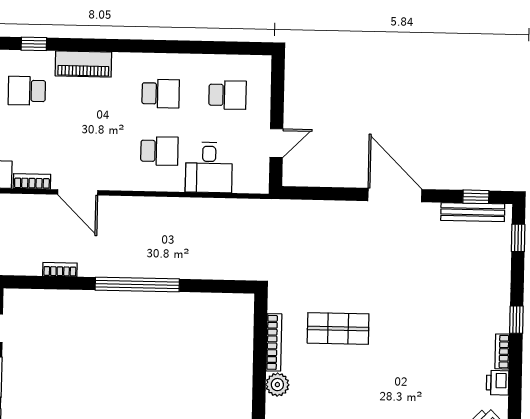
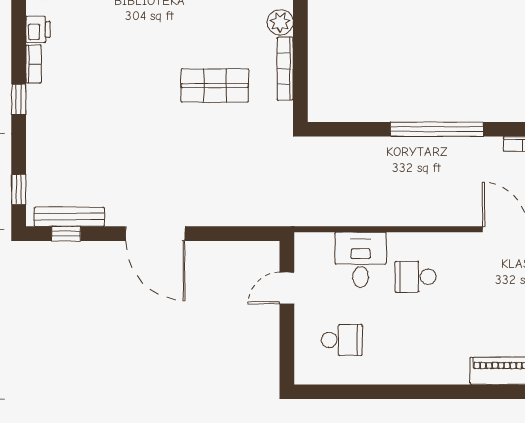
school desk: (161, 94) -> (415, 340), removed
school desk: (227, 95) -> (342, 340), turned 180

